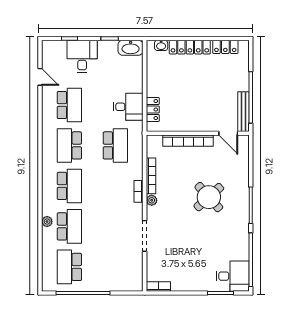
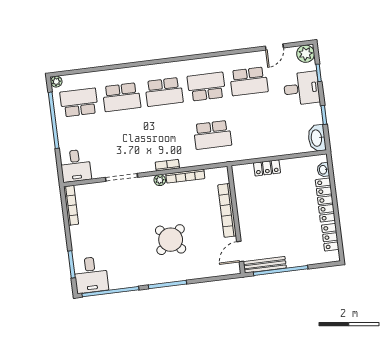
plant: (50, 48) -> (306, 54), added
desk: (128, 107) -> (76, 166), moved
locker: (153, 110) -> (267, 168), moved
plant: (47, 222) -> (56, 82), moved
bookcase: (158, 287) -> (71, 205), width x1.56

